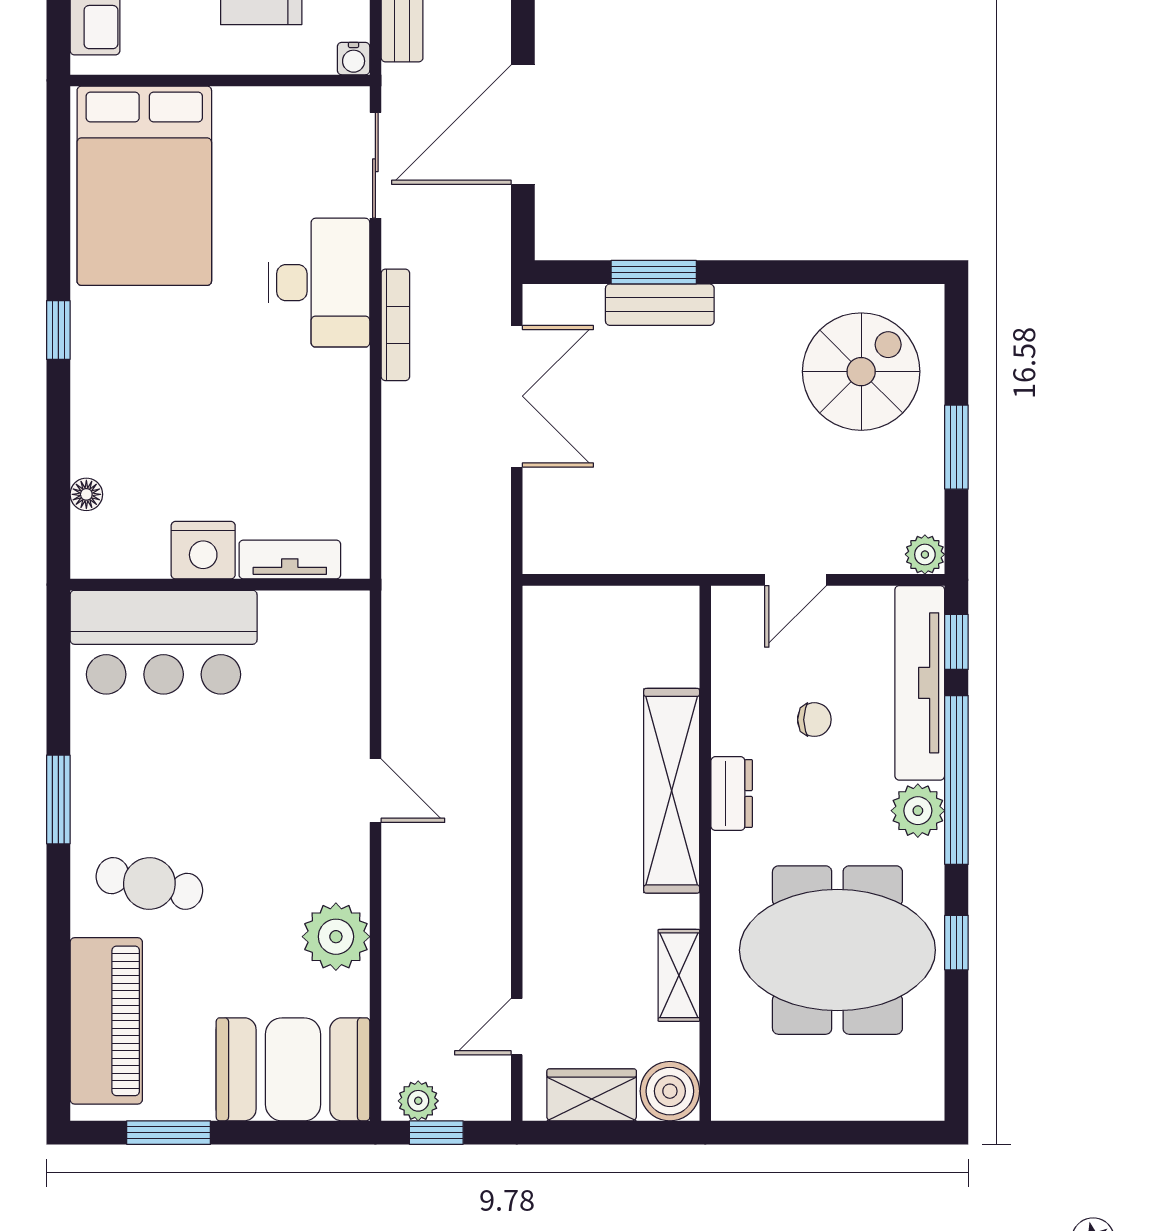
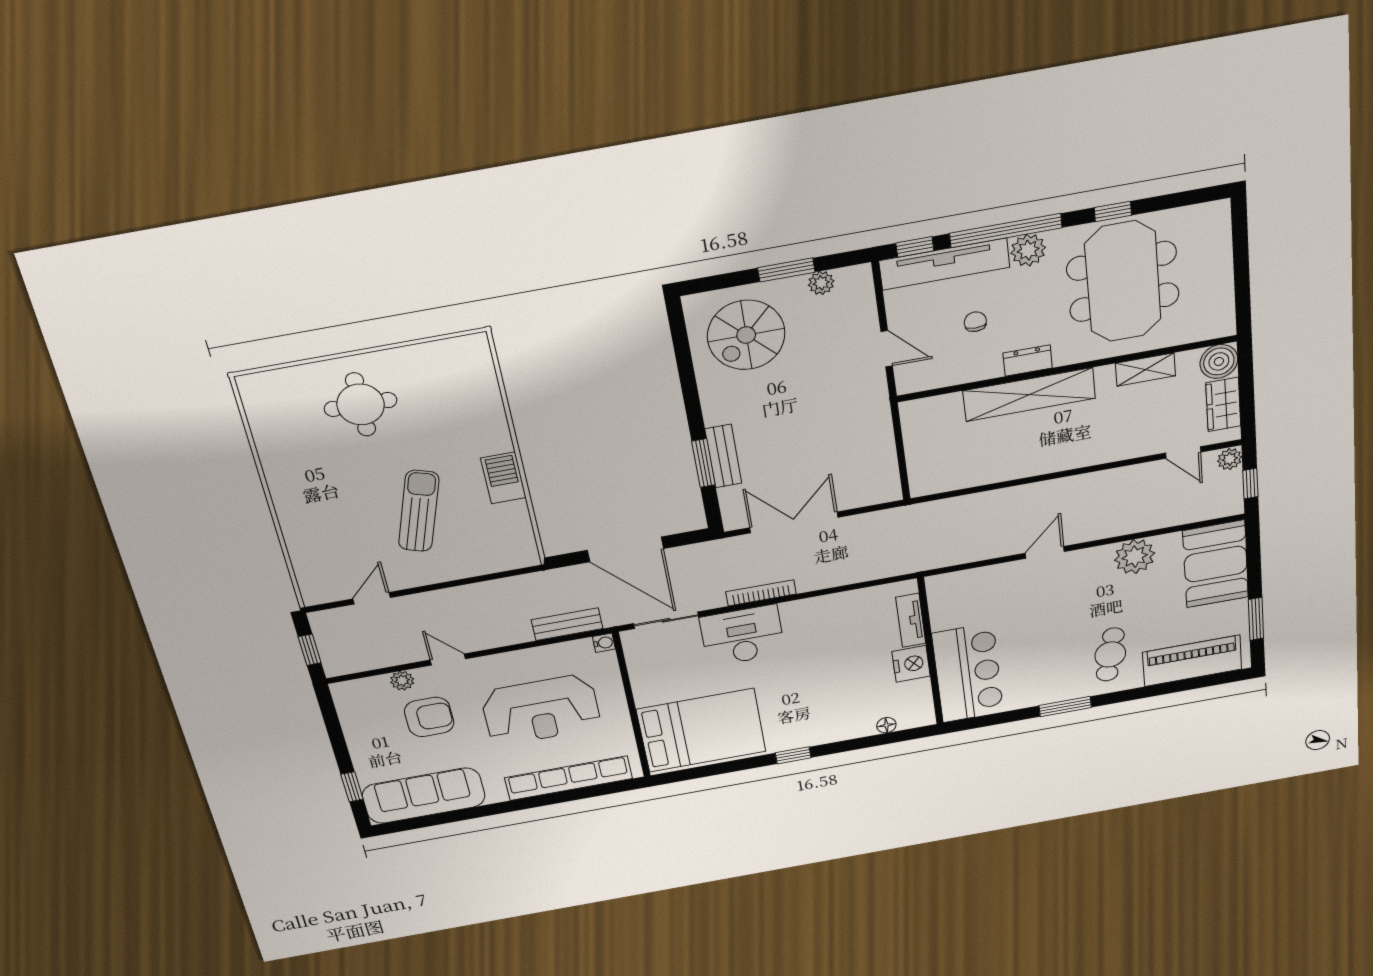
spiral stairs: (861, 372) -> (746, 335), turned -90
plant: (925, 554) -> (821, 283), moved
plant: (418, 1101) -> (1230, 459), moved

